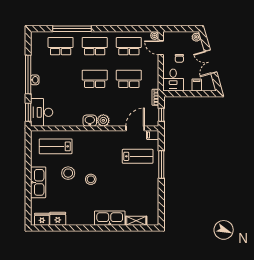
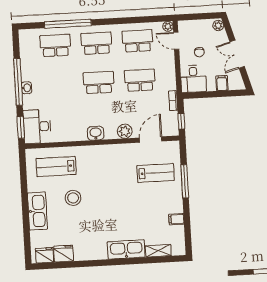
plant: (103, 120) -> (125, 131), moved
filing cabinet: (153, 135) -> (176, 219), moved
stool: (91, 179) -> (101, 204), removed

